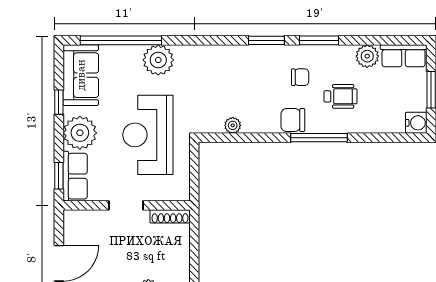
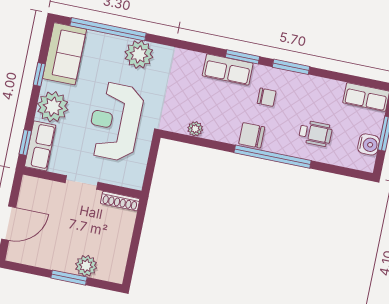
plant: (367, 56) -> (333, 90), removed
row of seats: (254, 57) -> (228, 70), added
wheelchair: (340, 96) -> (315, 133), moved
water cooler: (416, 123) -> (369, 144), moved
window: (319, 138) -> (273, 157), width x1.46

